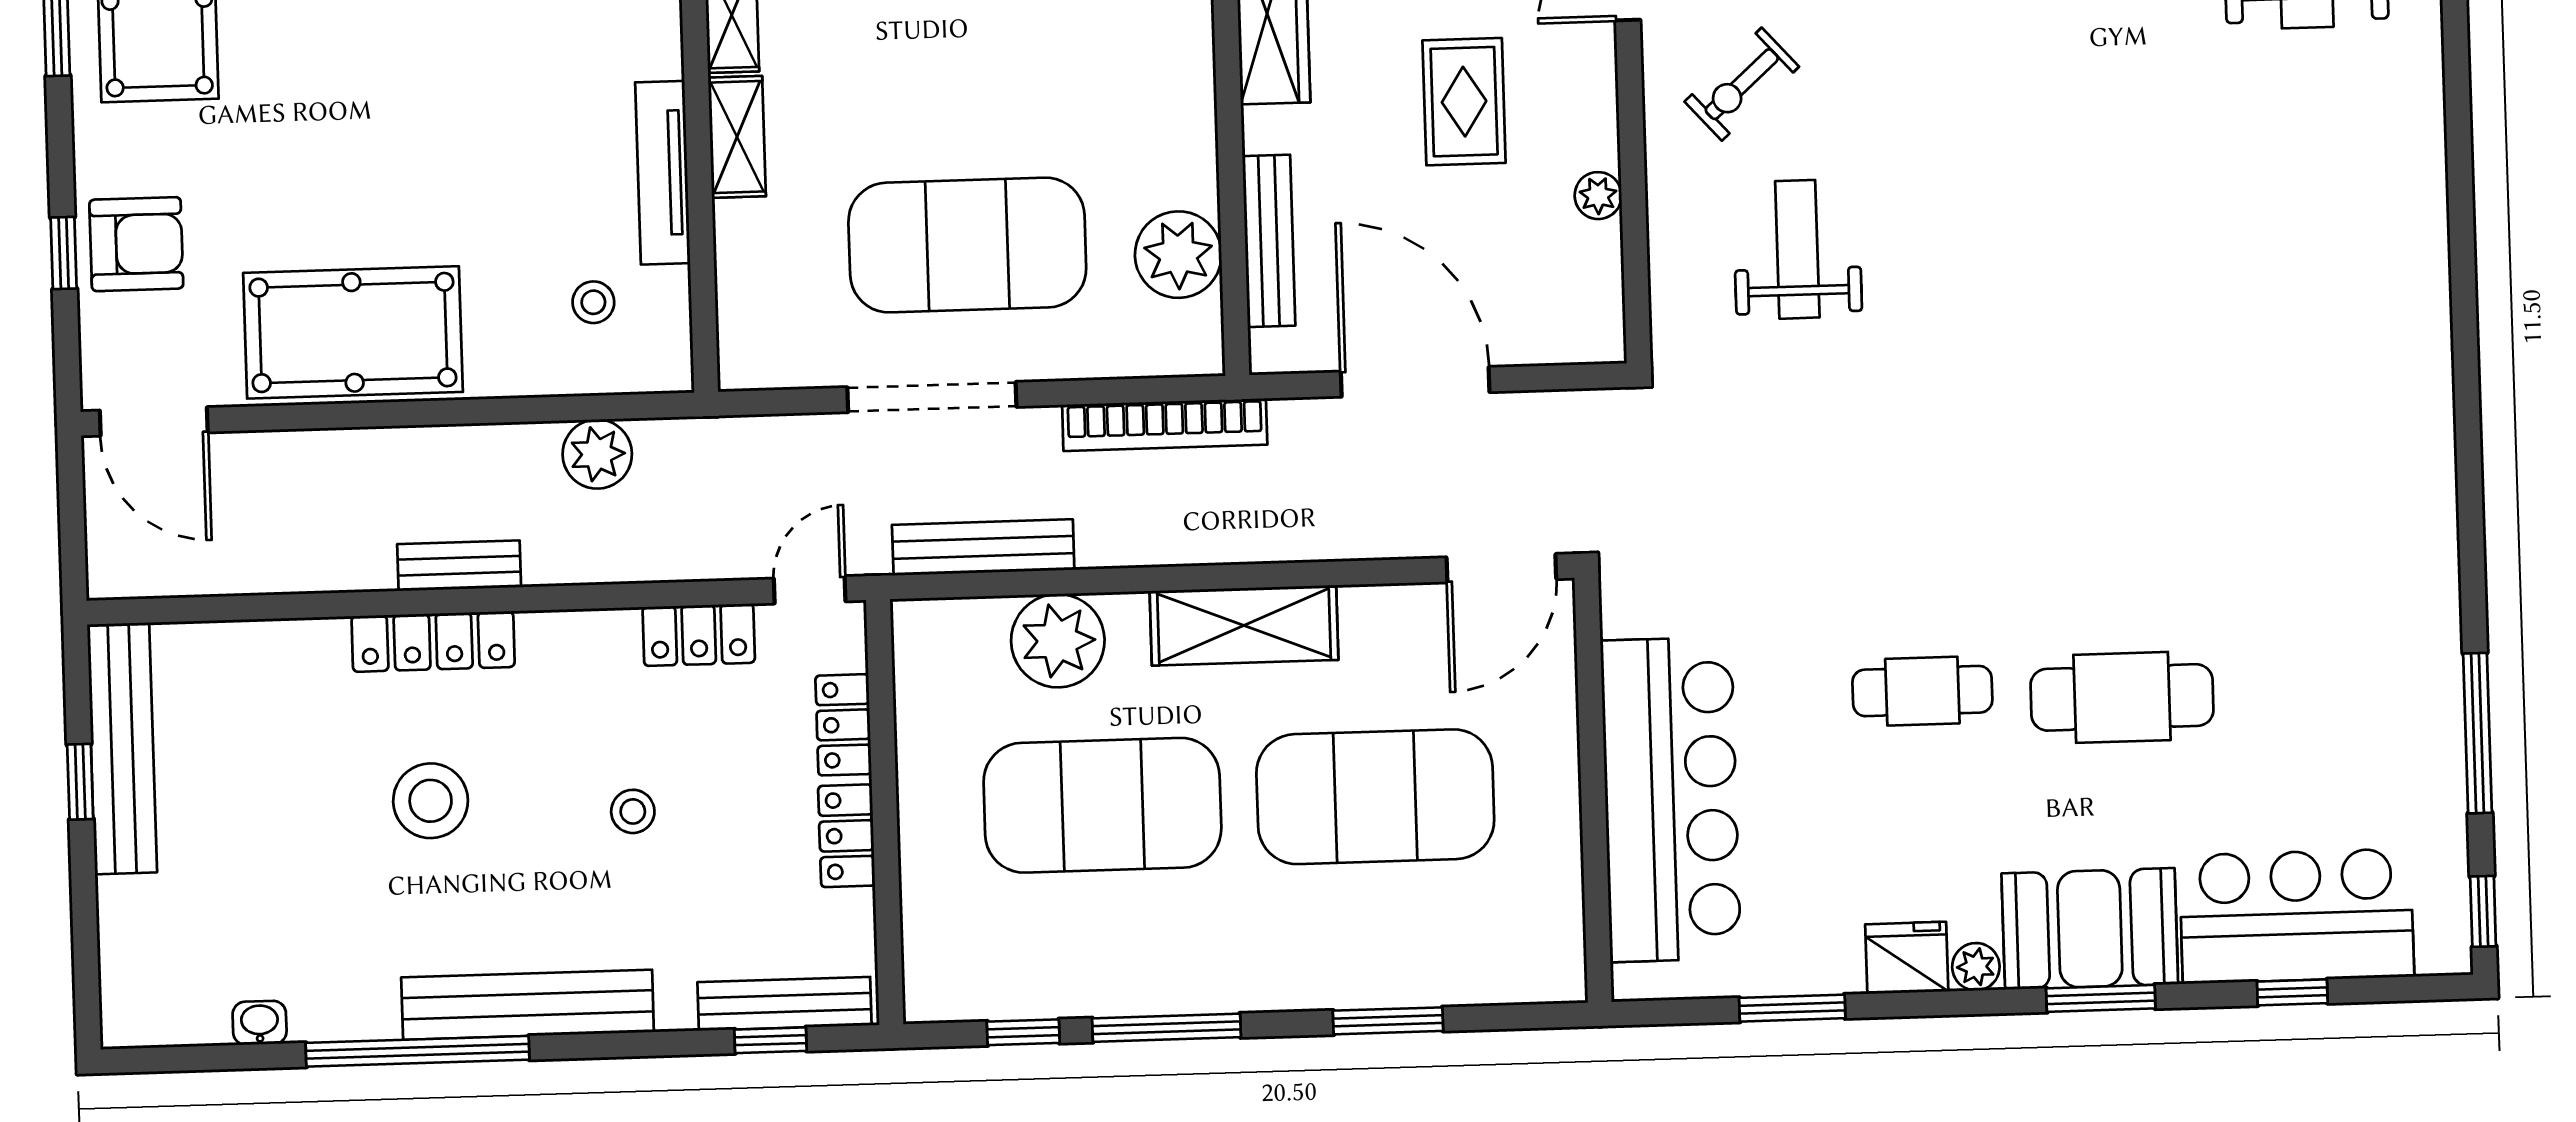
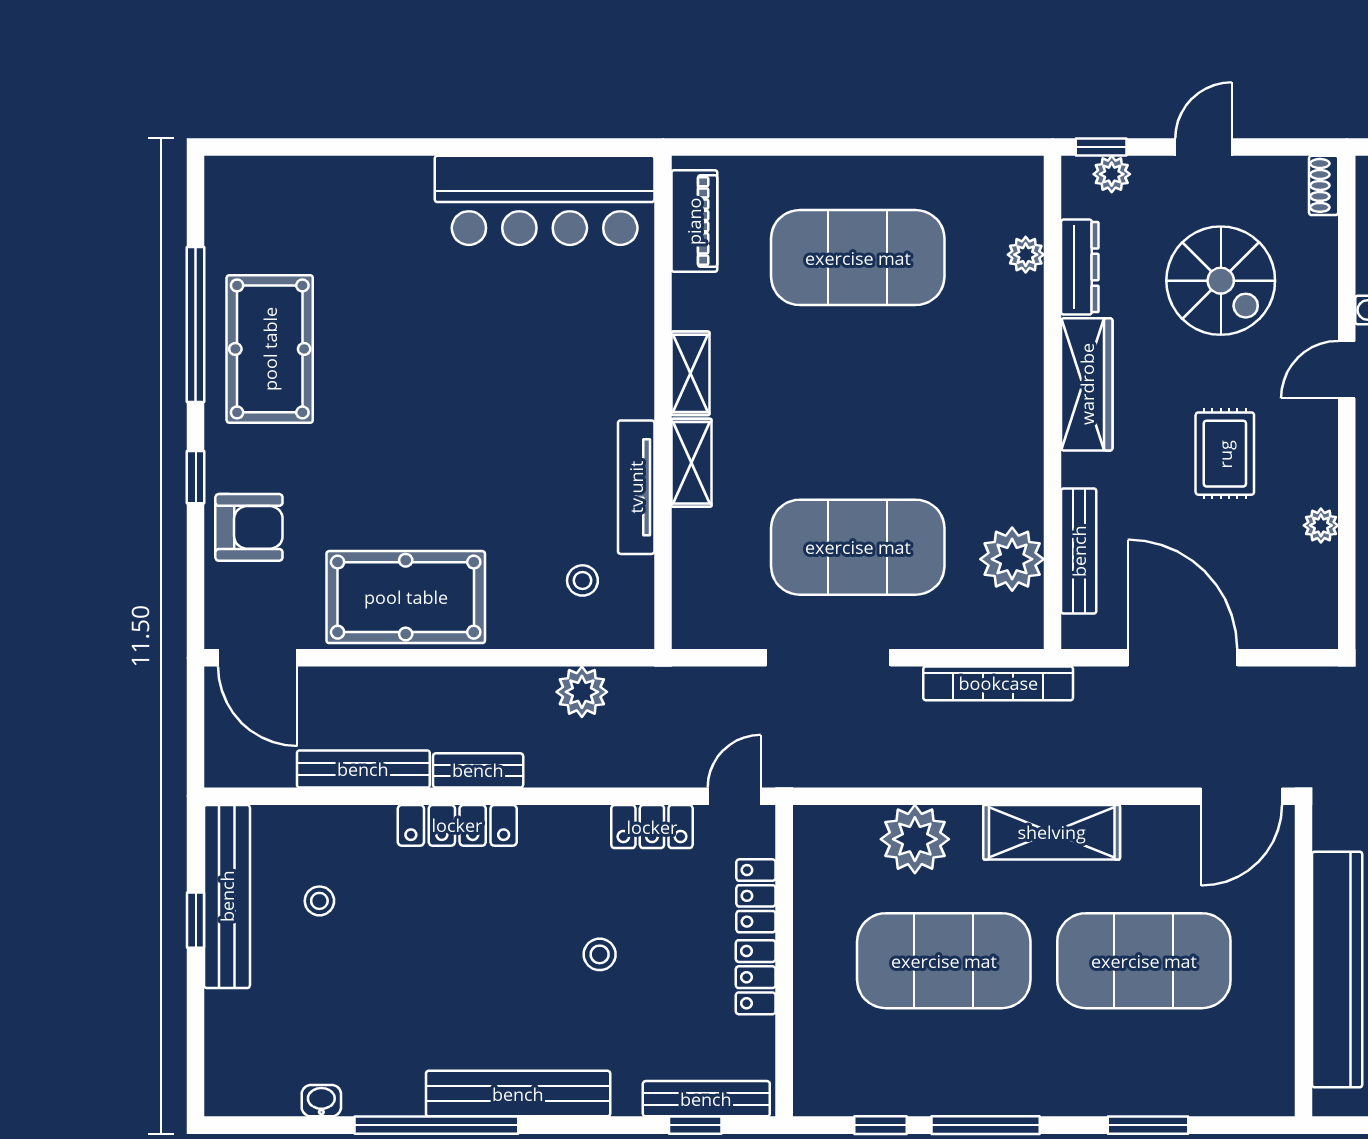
window: (64, 253) -> (196, 477), moved
bench: (983, 547) -> (363, 769), moved
stool: (431, 801) -> (319, 901), moved, width x0.53, depth x0.53

